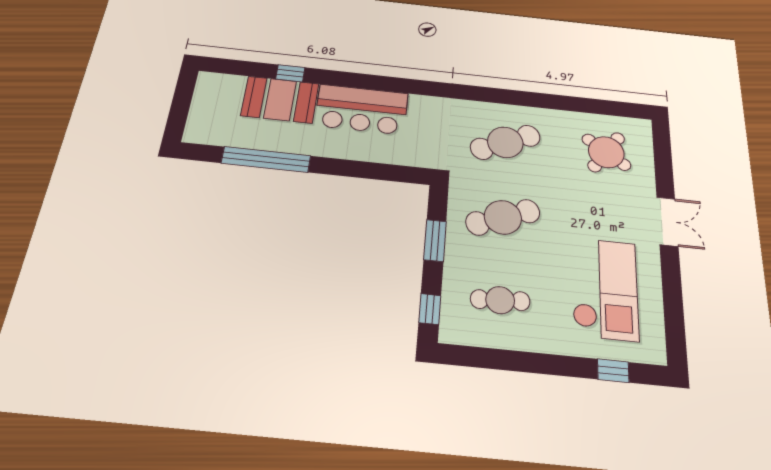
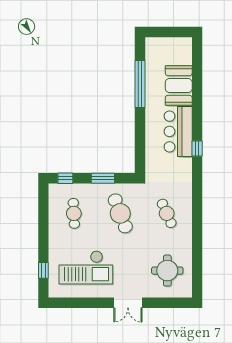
window: (290, 73) -> (197, 148), moved
cafe table: (505, 142) -> (167, 213), width x0.73, depth x0.74
round table: (606, 152) -> (167, 271), turned -35

